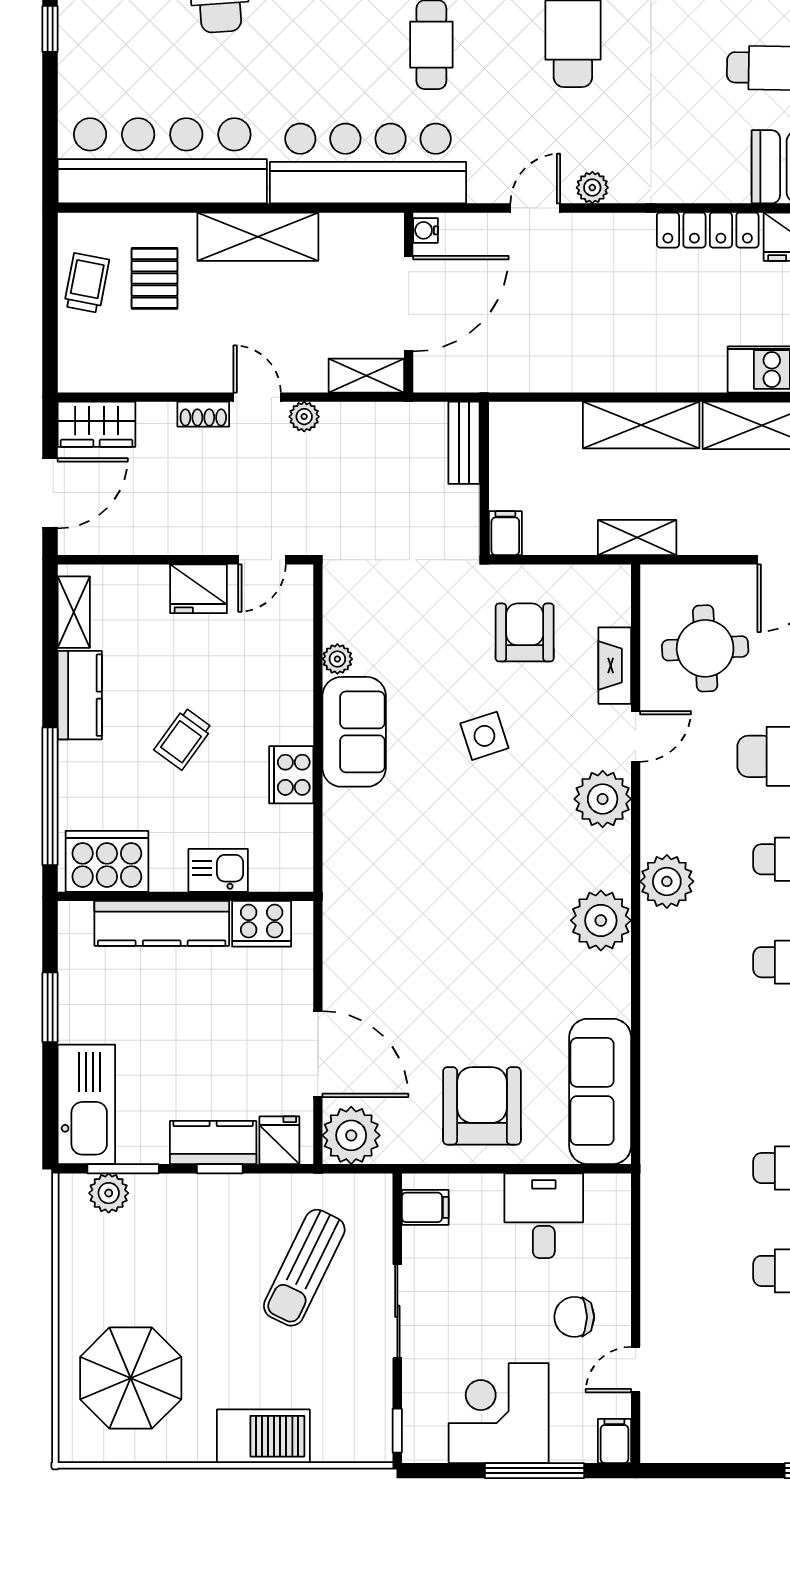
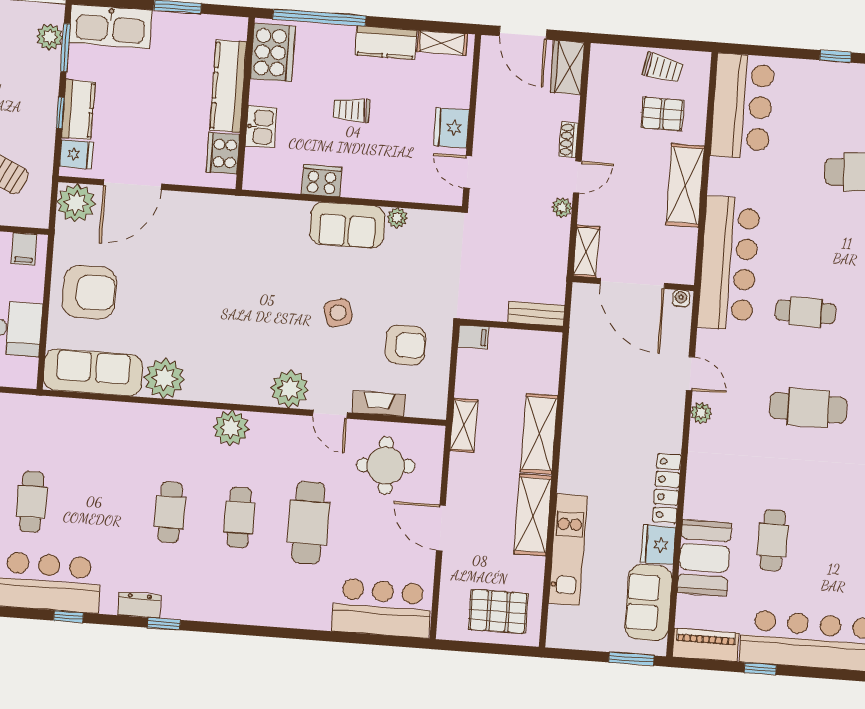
bar counter: (162, 161) -> (742, 106), width x0.73
trolley: (183, 739) -> (351, 110), turned -36
plant: (601, 920) -> (164, 378), moved

